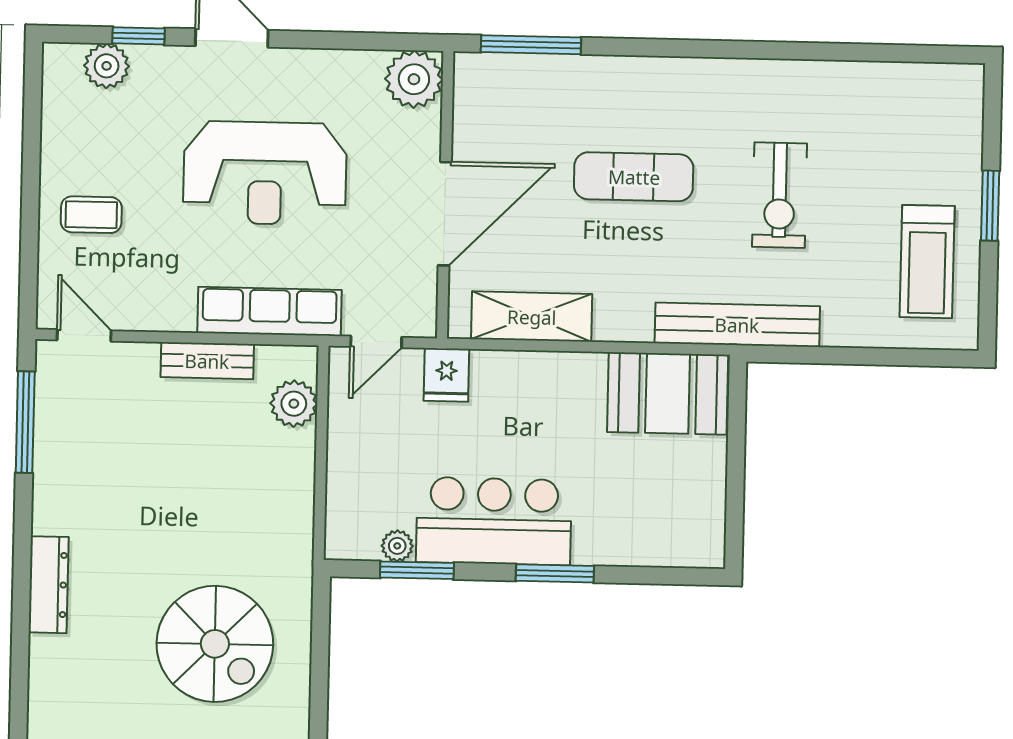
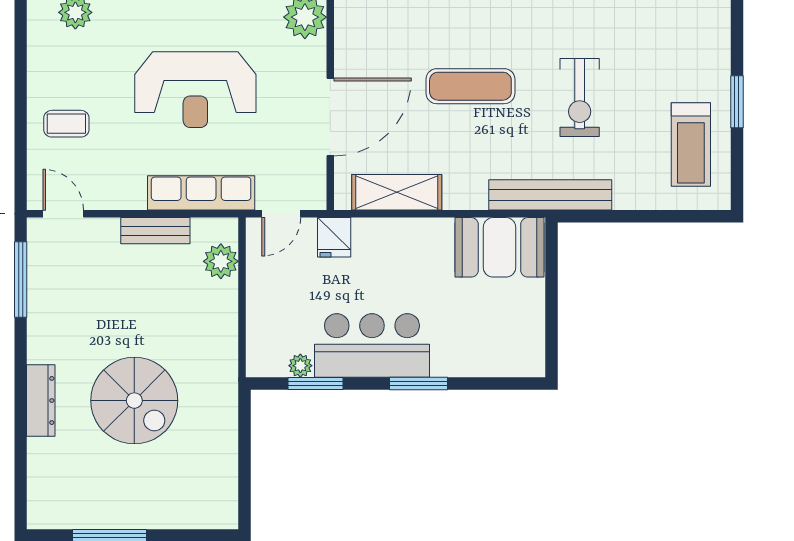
spiral stairs: (215, 644) -> (134, 401), moved

